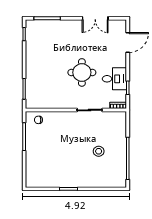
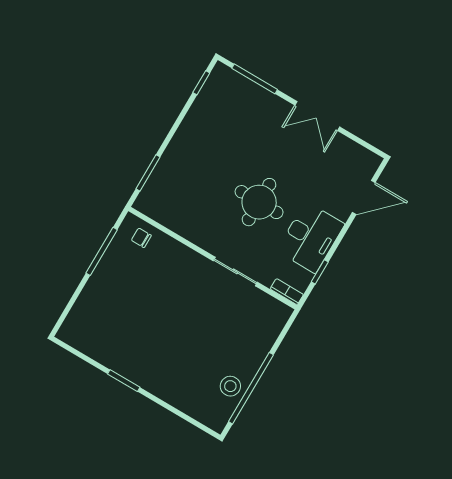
double door: (95, 18) -> (317, 116), moved
desk: (114, 79) -> (311, 237), width x1.37
stool: (99, 151) -> (230, 386), moved

